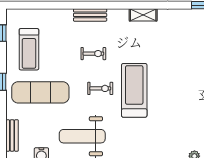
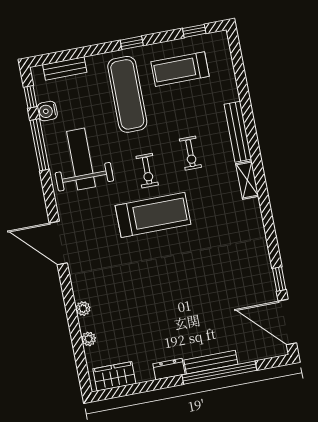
bench: (90, 15) -> (238, 132), width x1.36
shelving: (143, 15) -> (247, 180), moved

